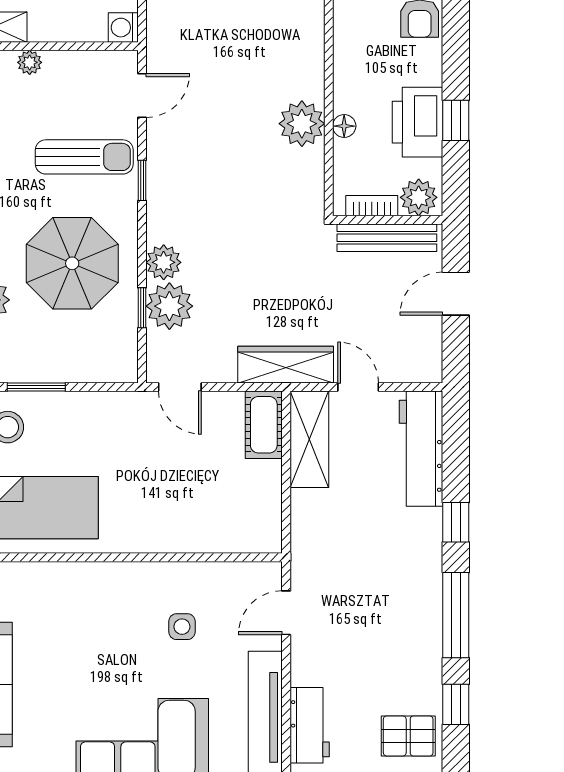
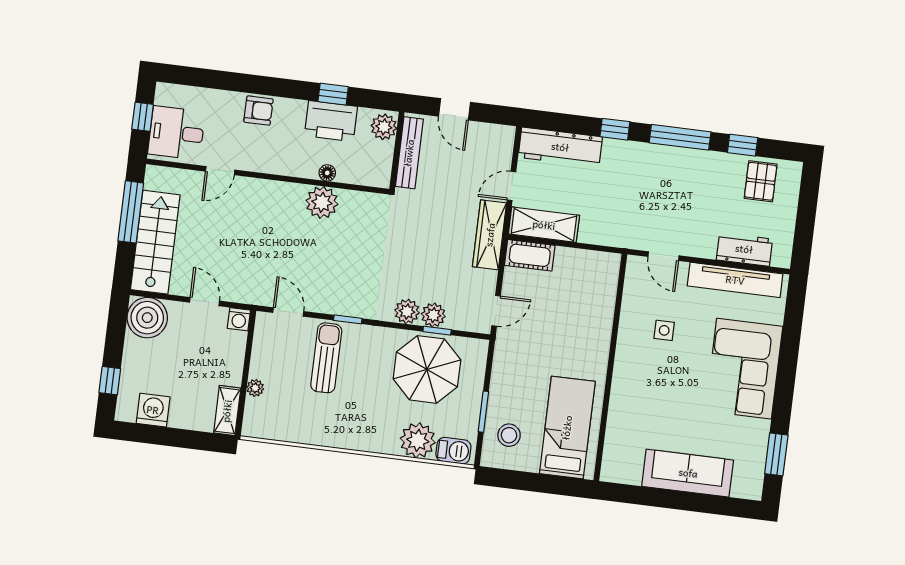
bookcase: (372, 206) -> (386, 160), removed
parasol: (72, 263) -> (427, 369), moved
plant: (169, 306) -> (433, 315), width x0.73, depth x0.73

